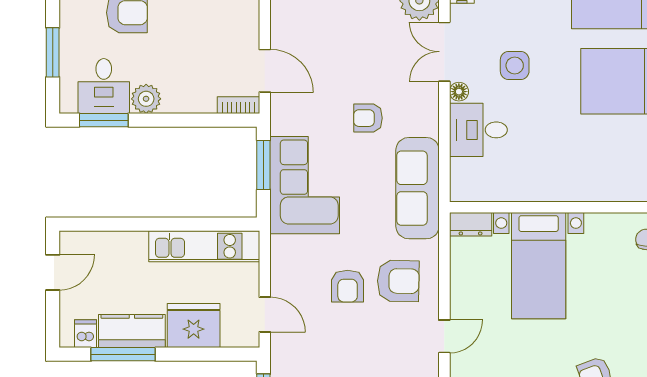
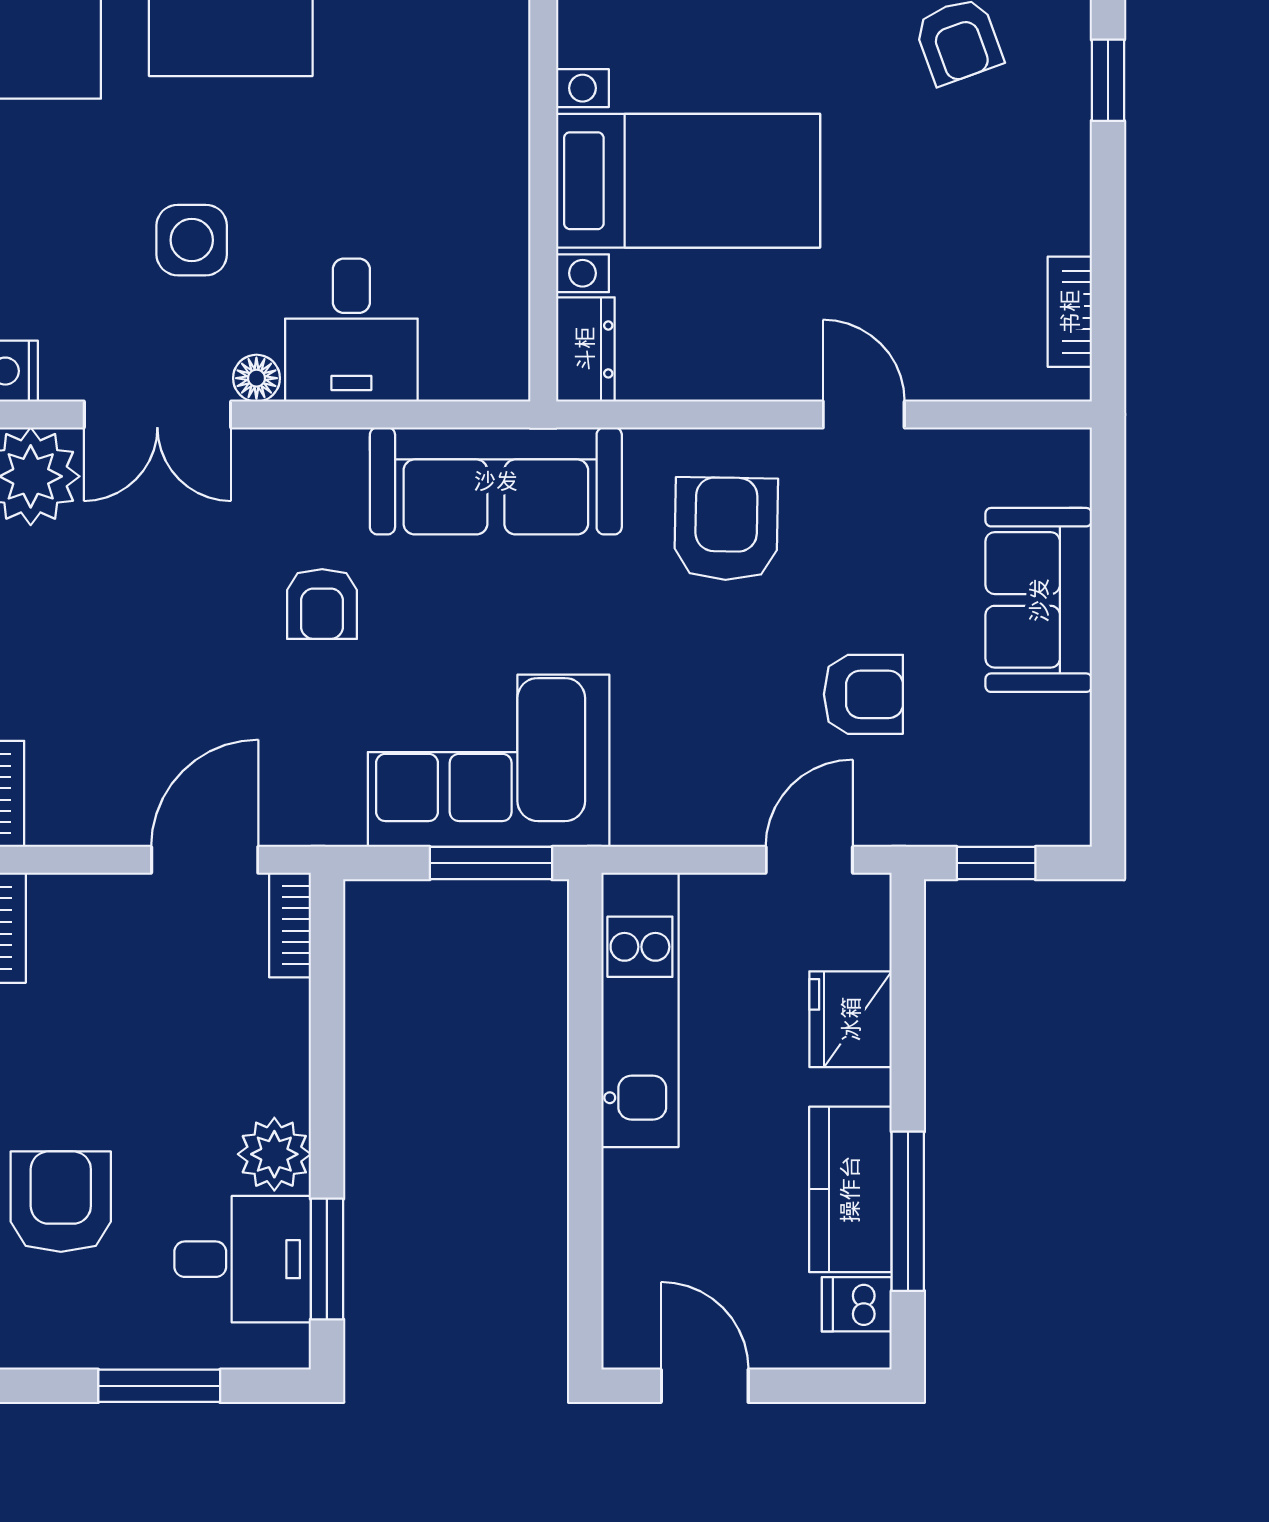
window: (263, 165) -> (491, 863), moved
armchair: (348, 286) -> (863, 694), moved
fridge: (194, 326) -> (851, 1019), width x0.73, depth x0.75

